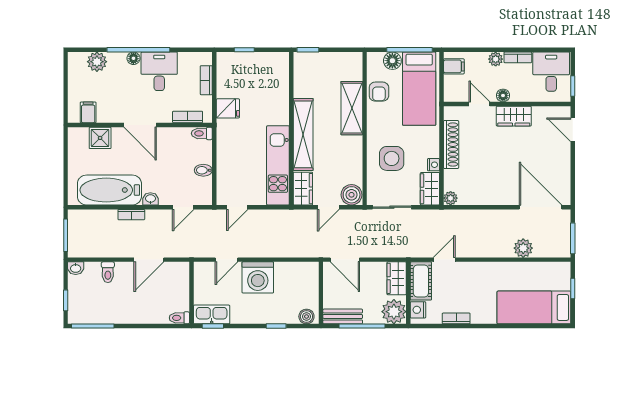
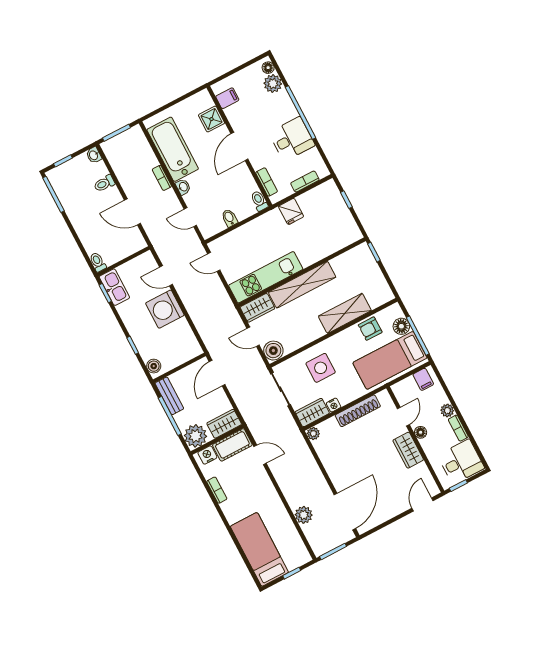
floor lamp: (133, 58) -> (268, 68), moved

